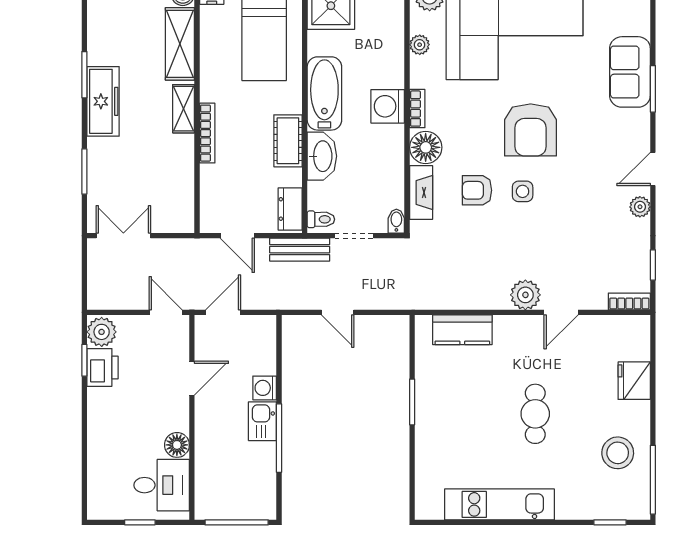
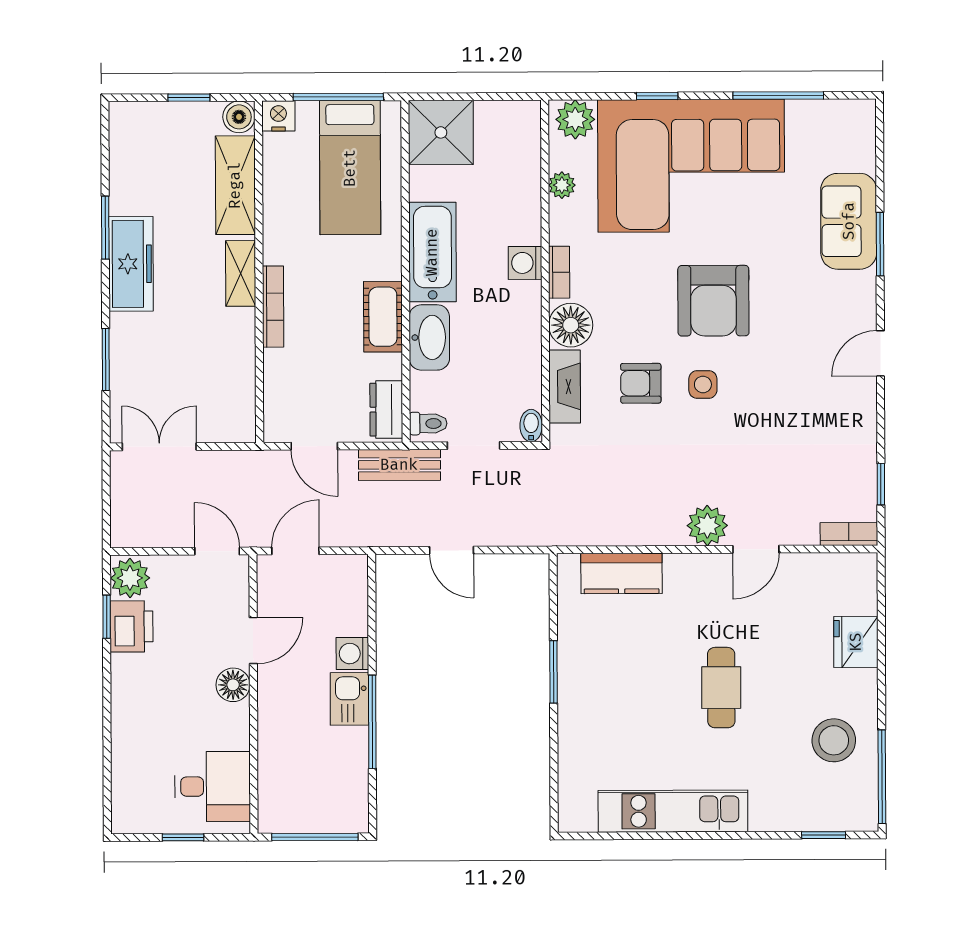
washing machine: (388, 106) -> (525, 263), width x0.73, depth x0.73
plant: (640, 207) -> (863, 405), removed
floor lamp: (177, 445) -> (233, 685), moved

